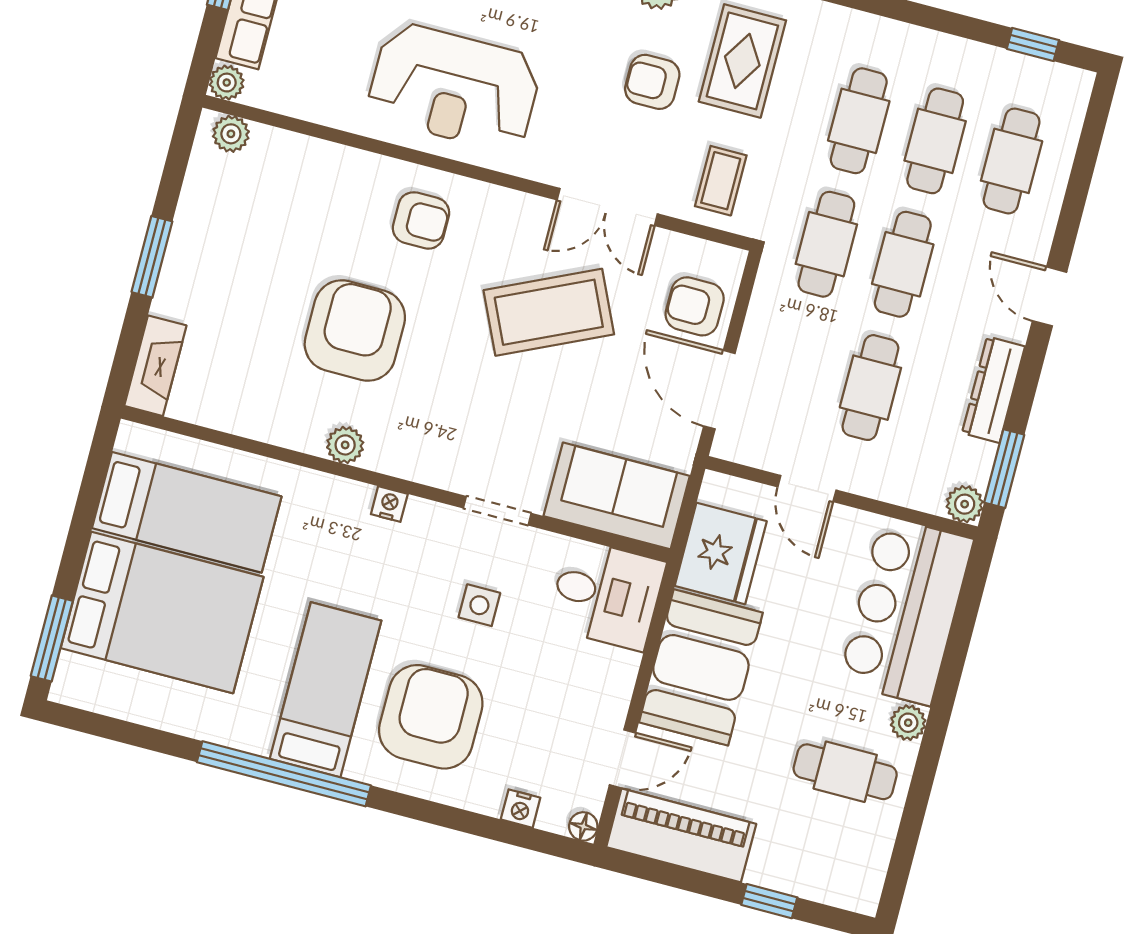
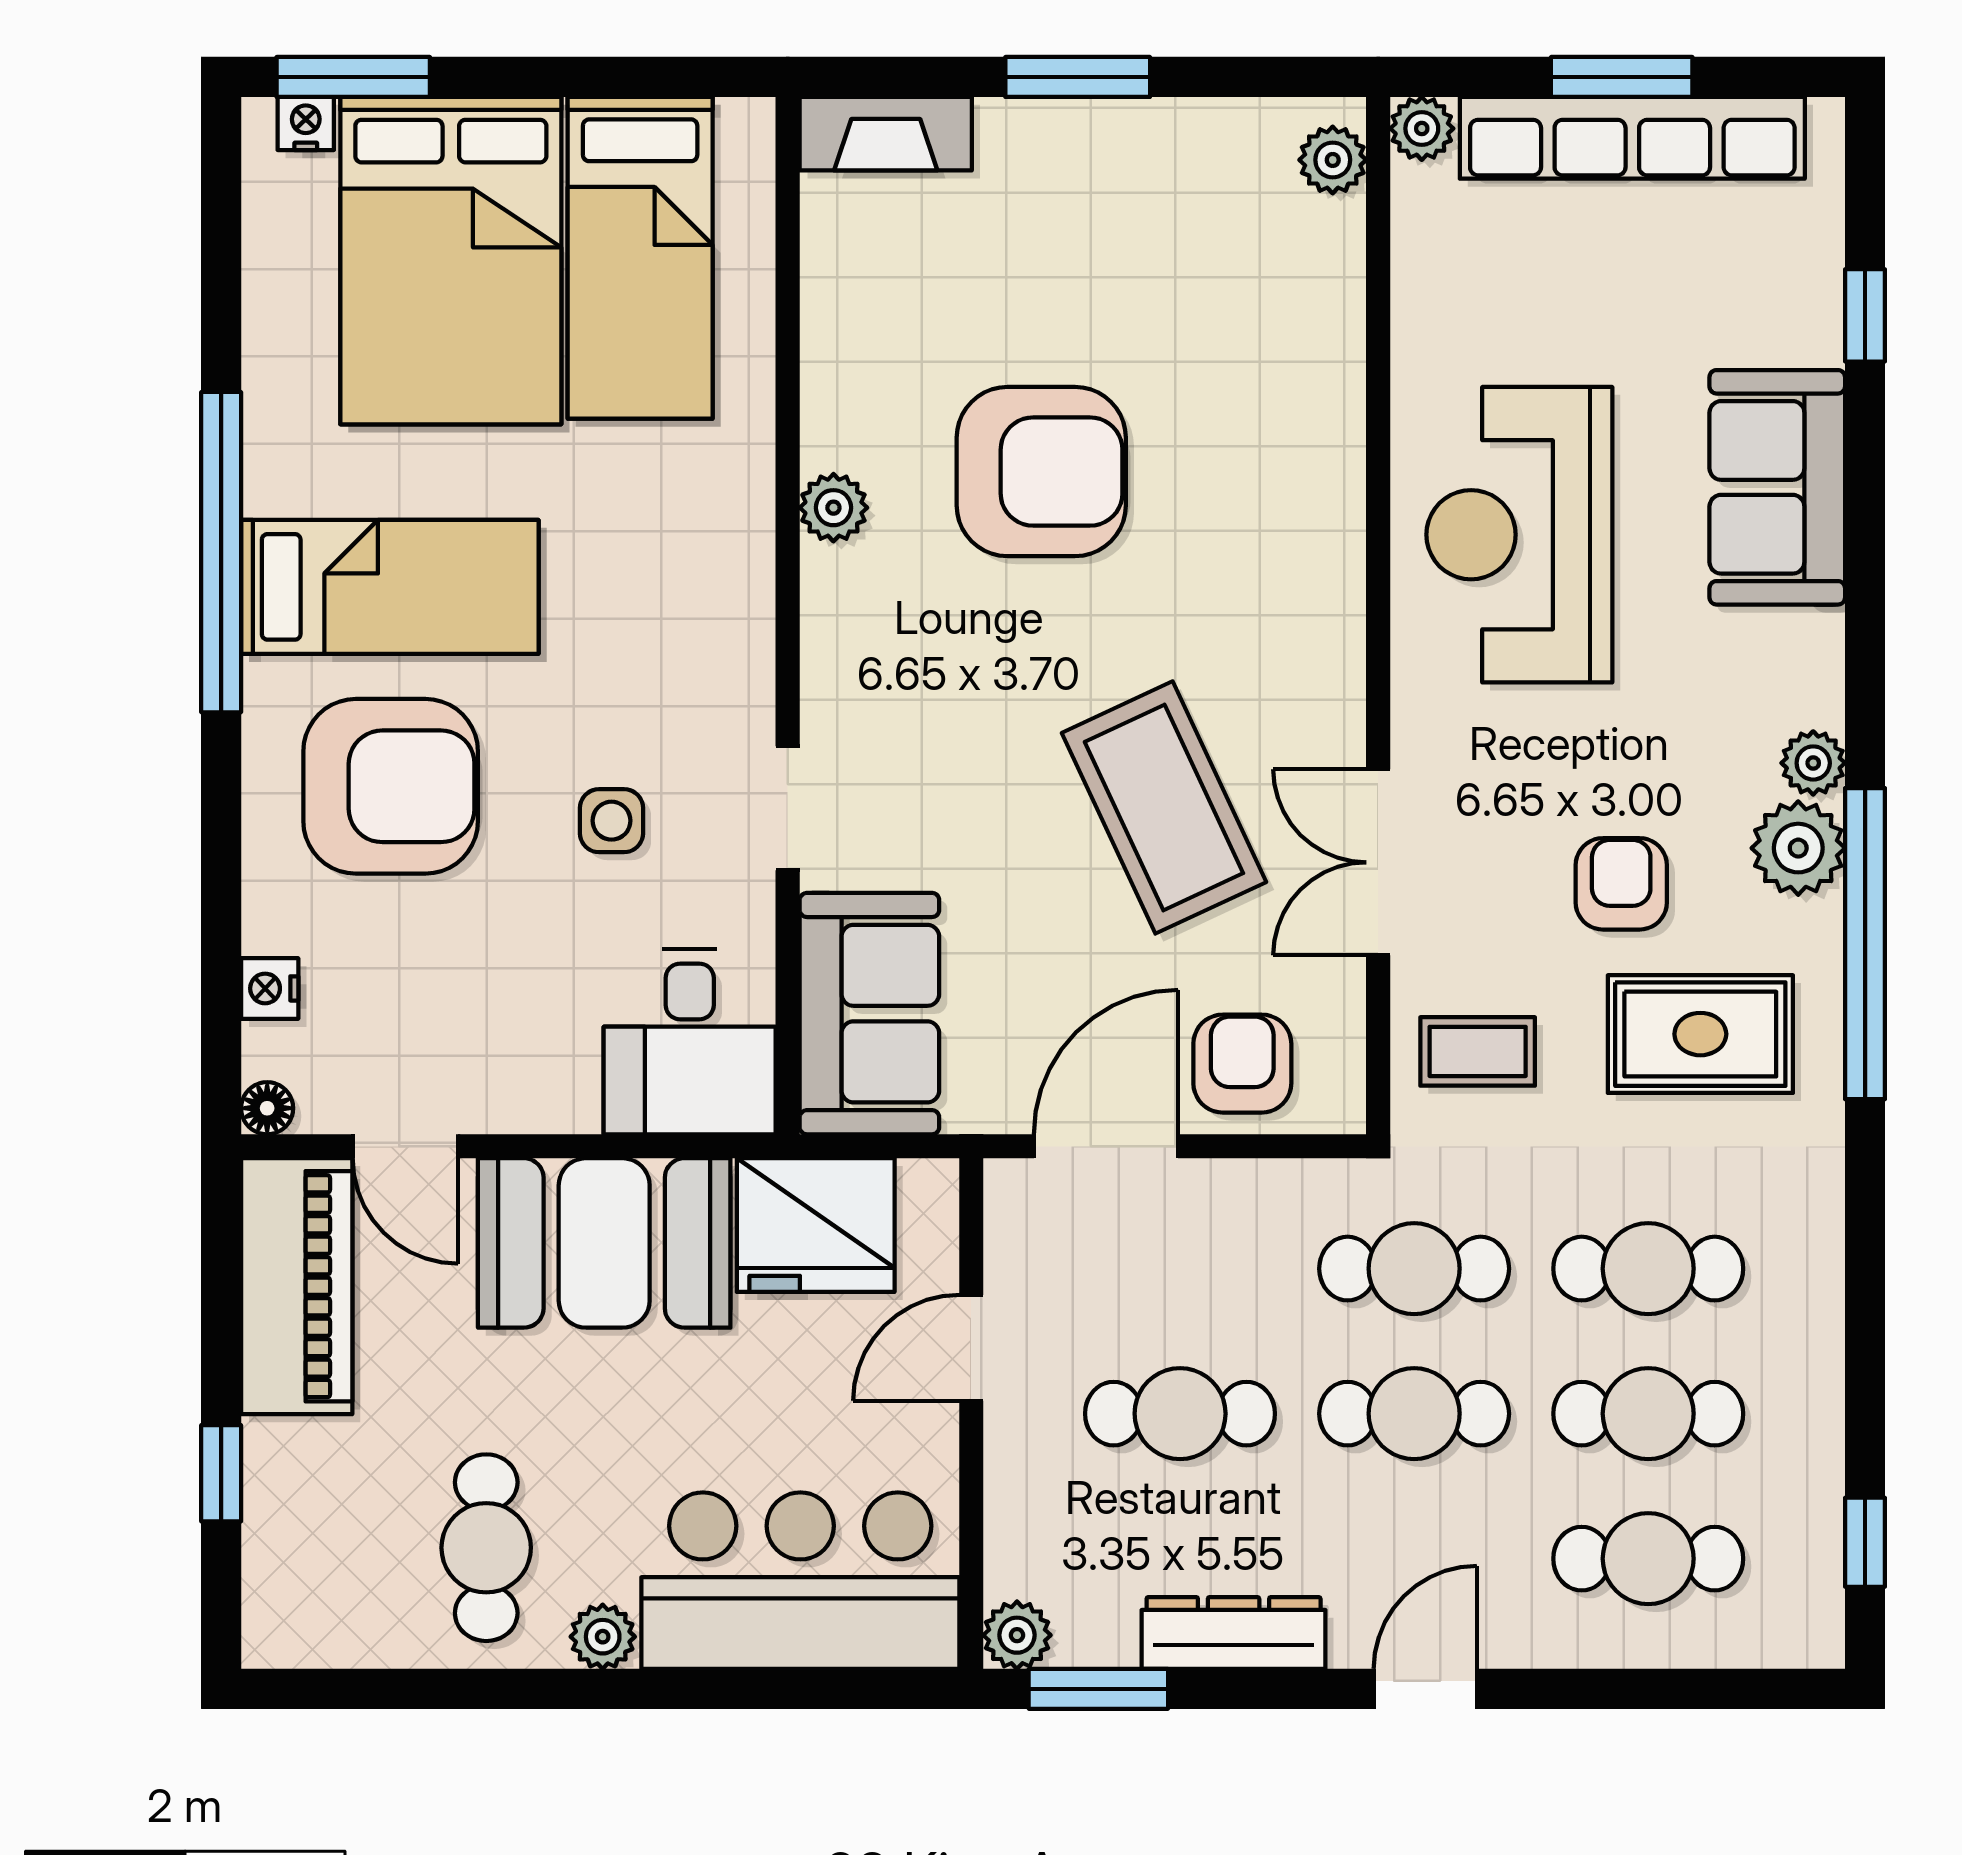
armchair: (421, 220) -> (1267, 538), removed
nightstand: (389, 504) -> (306, 123), moved, turned -90

